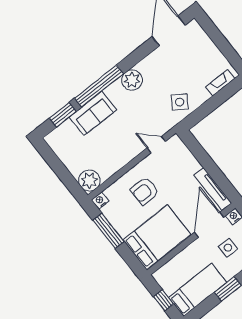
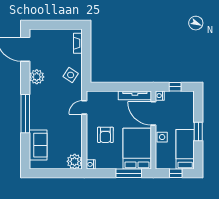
plant: (132, 80) -> (37, 77), moved
sofa: (93, 113) -> (38, 145), moved
window: (63, 115) -> (25, 147), removed
window: (108, 231) -> (129, 173), moved
side table: (228, 248) -> (162, 137), moved

